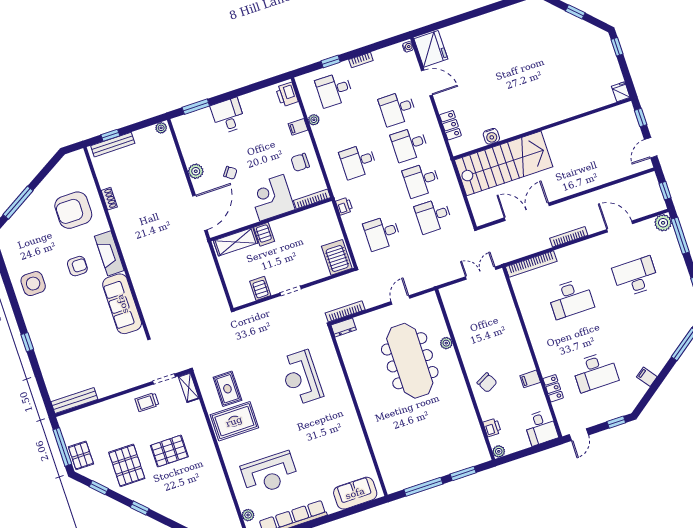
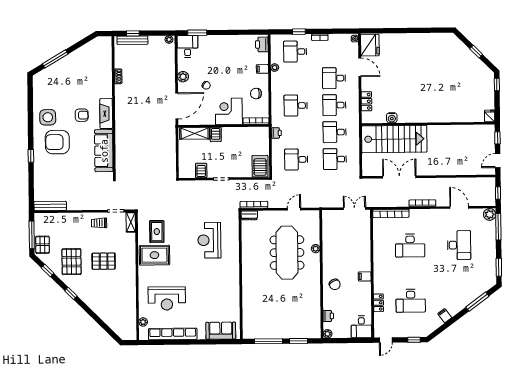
desk: (228, 116) -> (188, 46), moved
armchair: (73, 210) -> (57, 142), moved
desk: (636, 277) -> (459, 245), turned 90
filing cabinet: (530, 379) -> (365, 276), moved

